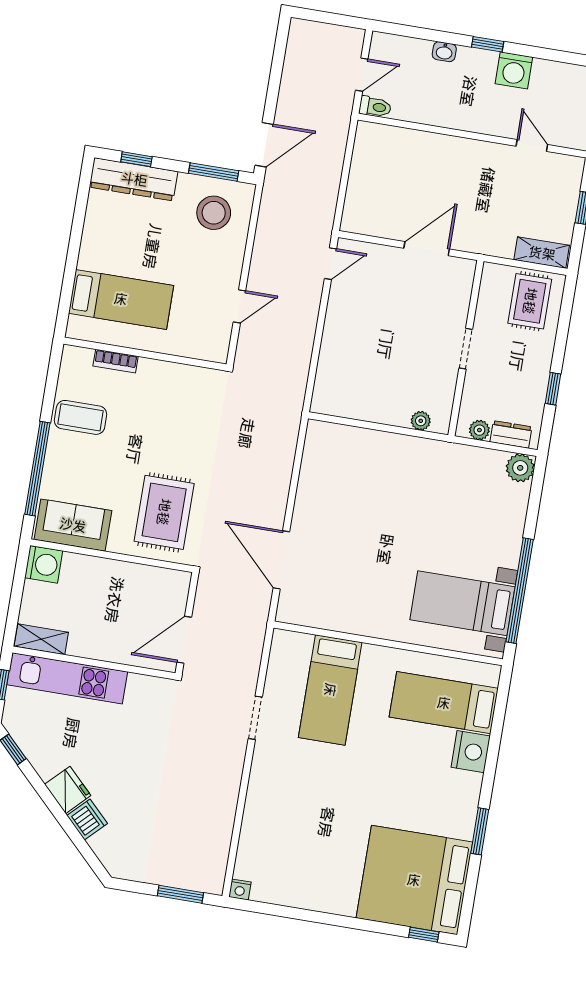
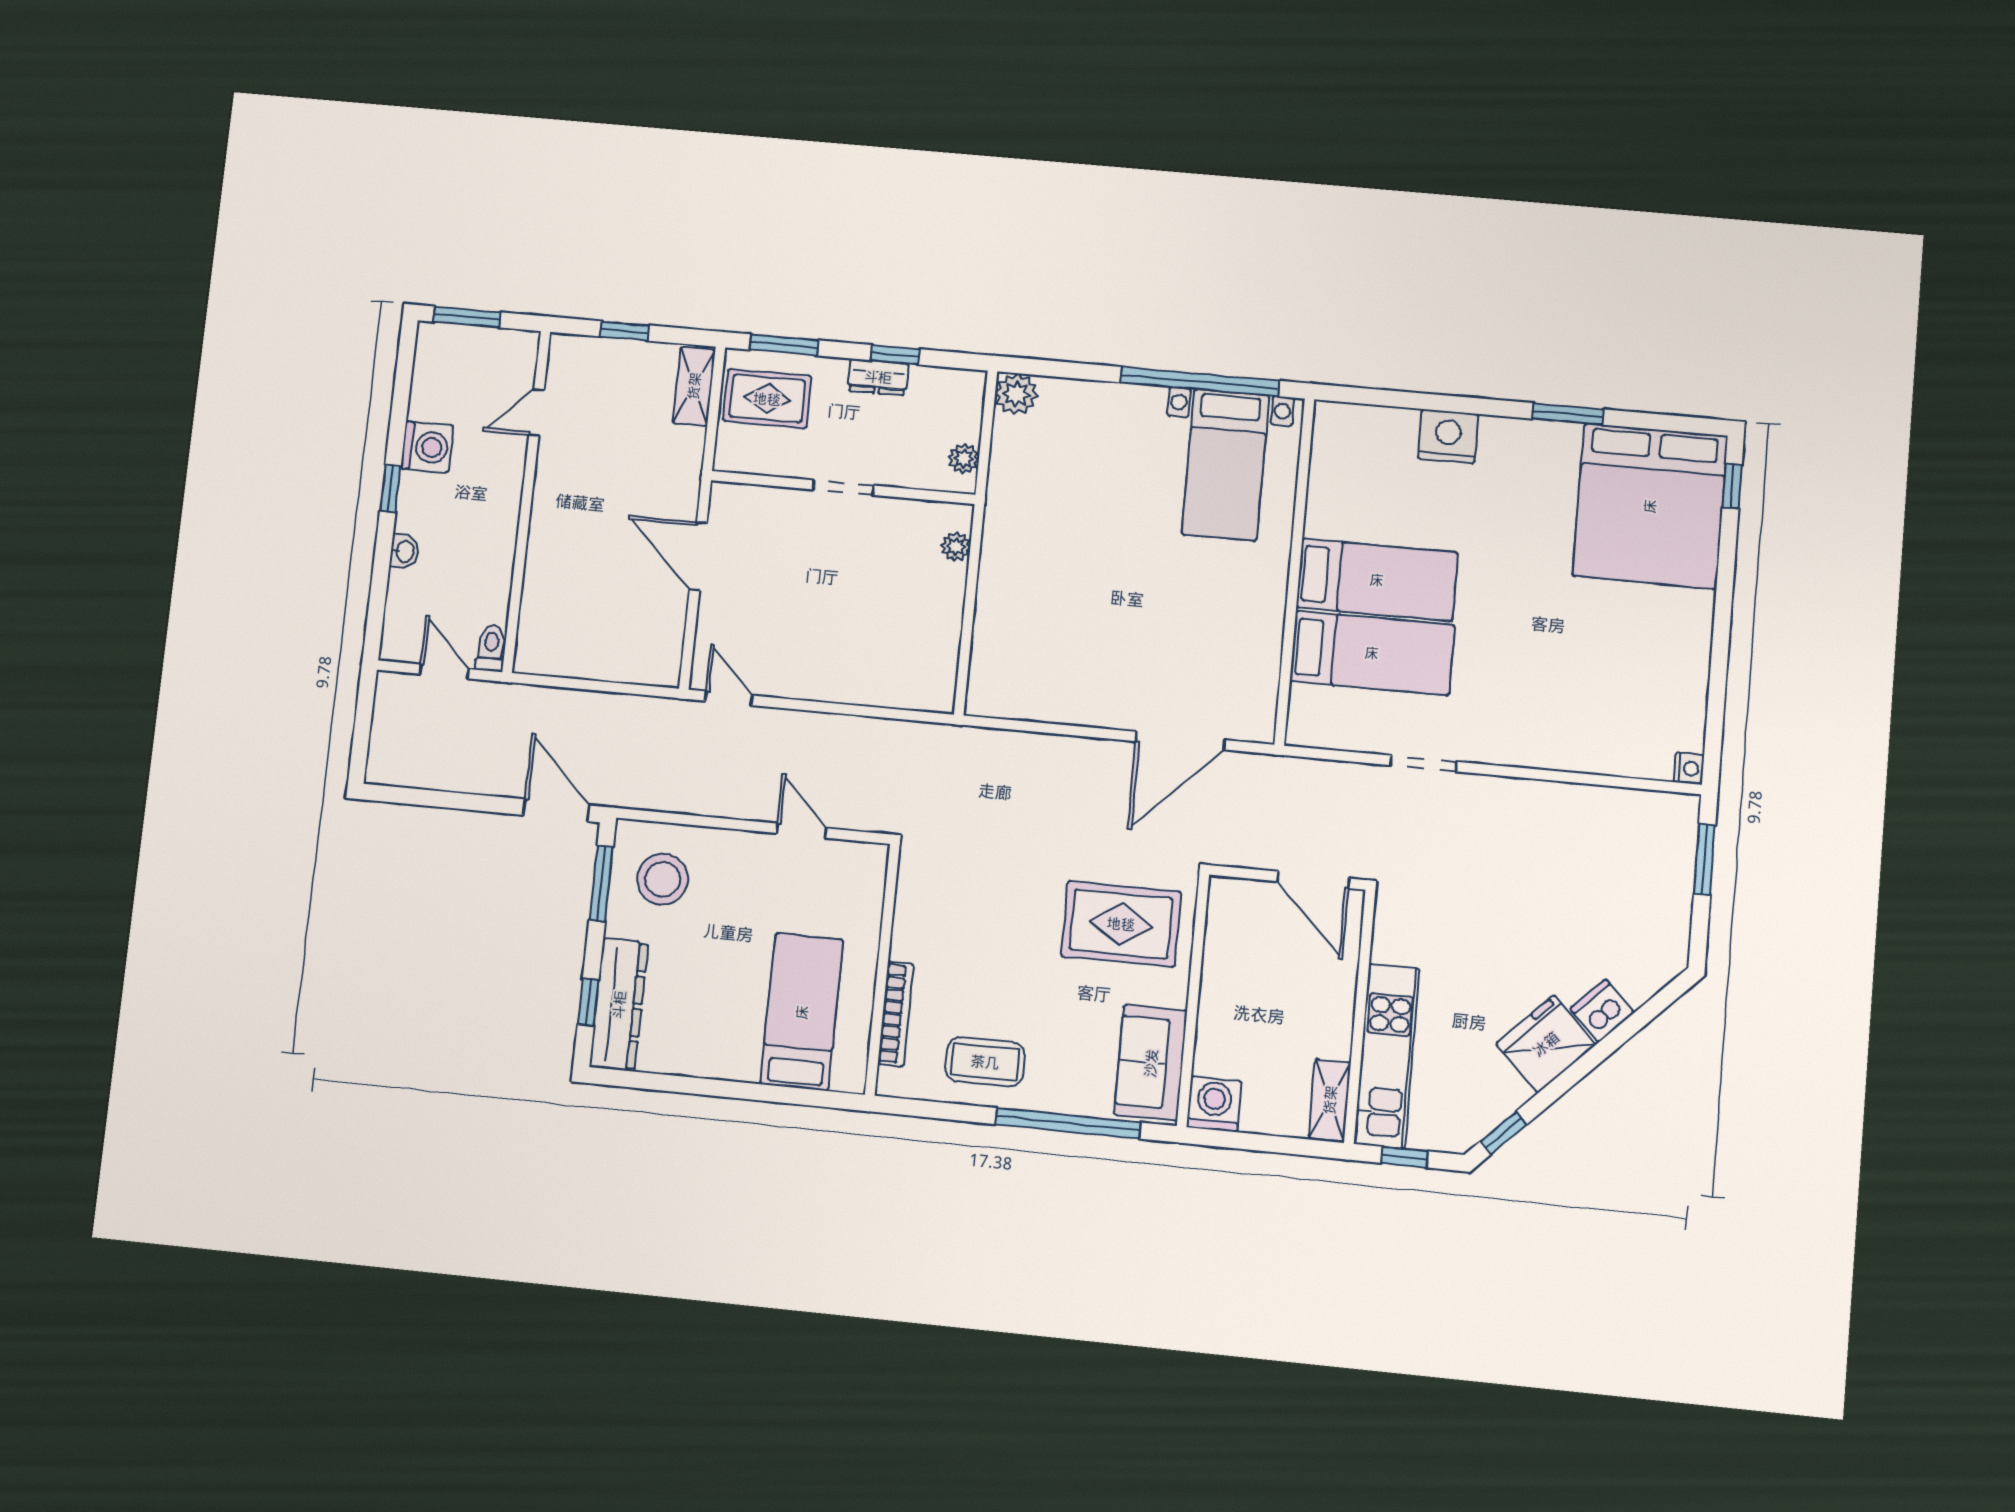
window: (565, 315) -> (784, 345), added
bookcase: (116, 361) -> (896, 1014), width x1.56
coffee table: (81, 417) -> (985, 1062), turned 90
dresser: (511, 434) -> (878, 377), moved, turned -90
bed: (444, 703) -> (1377, 580), moved, turned -90
fridge: (68, 790) -> (1546, 1044), width x1.36, depth x1.34

